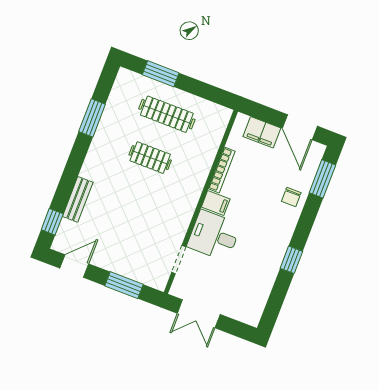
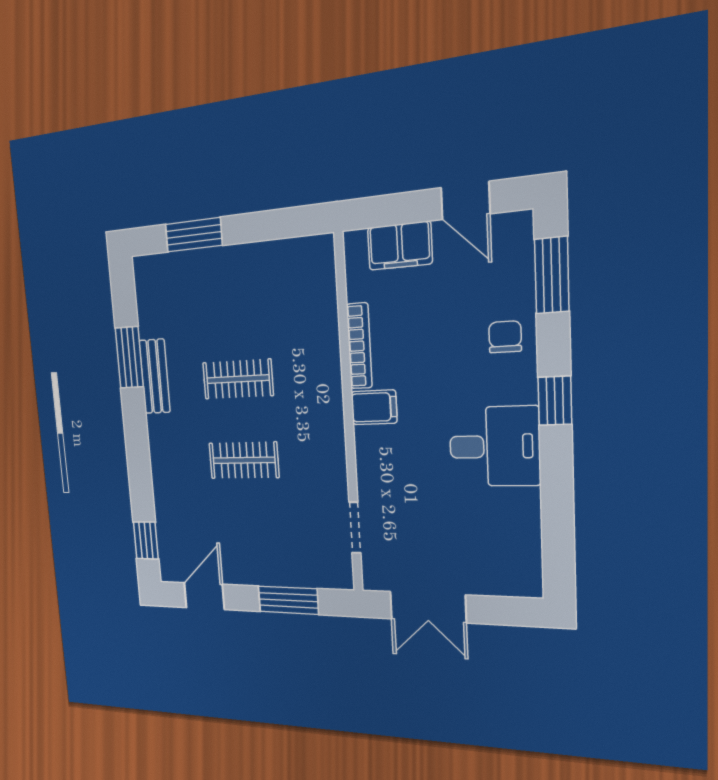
clothes rail: (167, 114) -> (244, 460), moved, width x0.73
door: (300, 127) -> (465, 201), width x0.73
chair: (291, 197) -> (505, 337), turned 180
bench: (78, 199) -> (155, 376), moved
desk: (214, 236) -> (494, 446), moved, turned 180
window: (291, 260) -> (555, 401), moved

